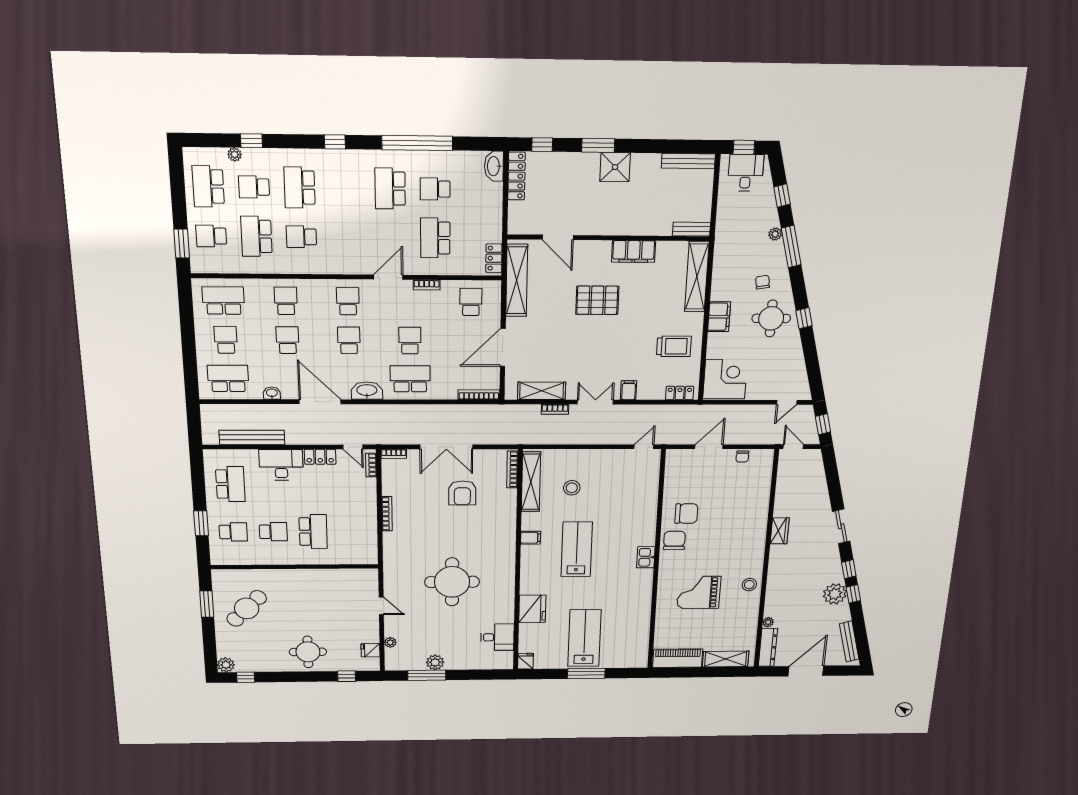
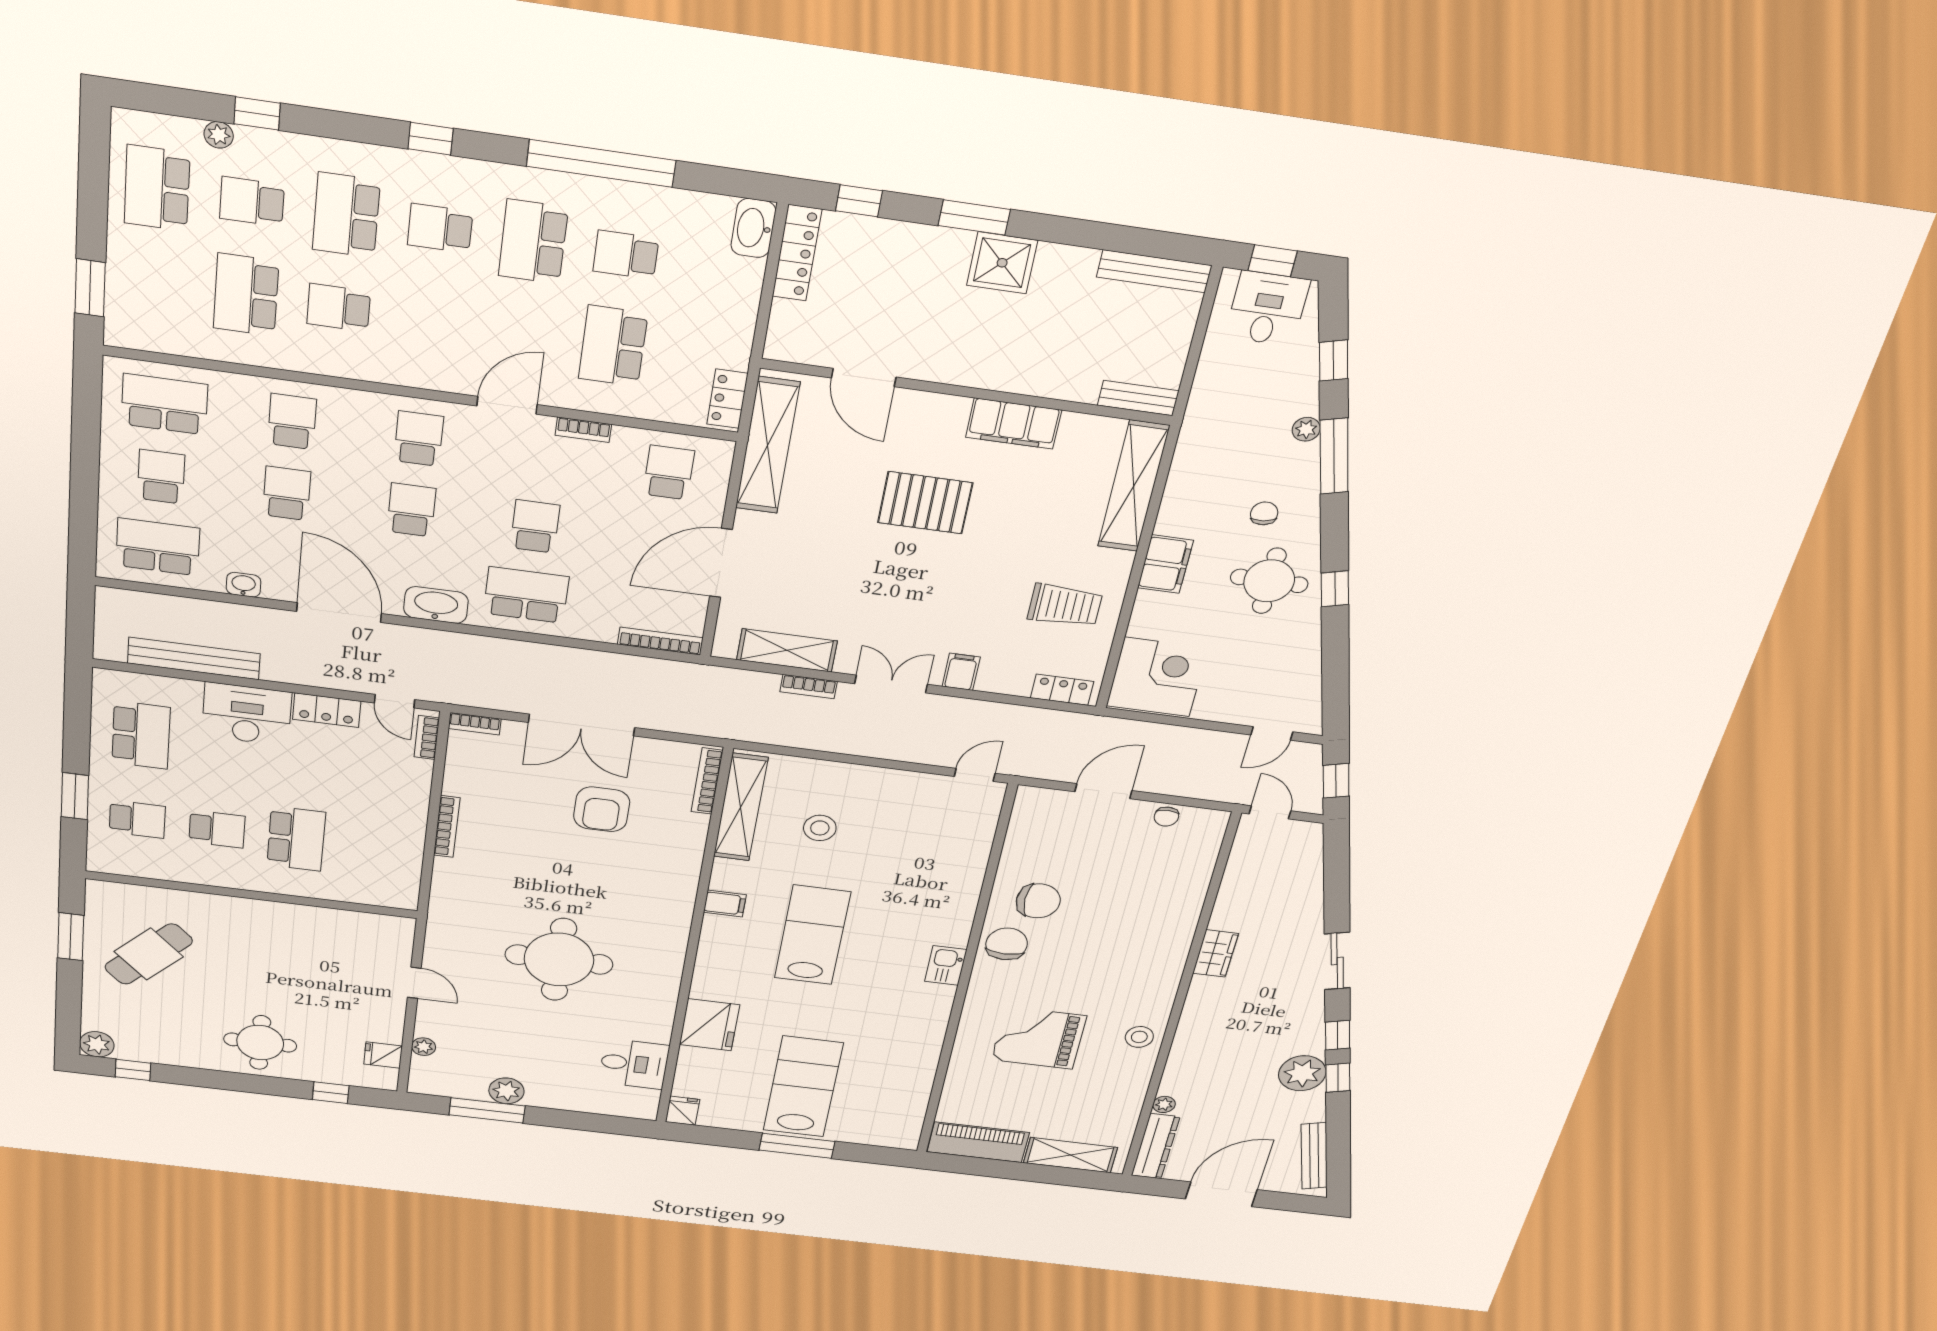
school desk: (211, 236) -> (440, 228), moved

